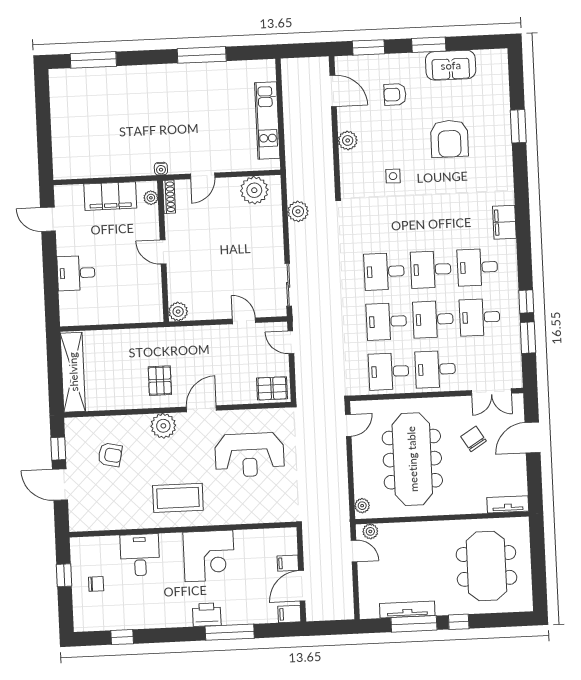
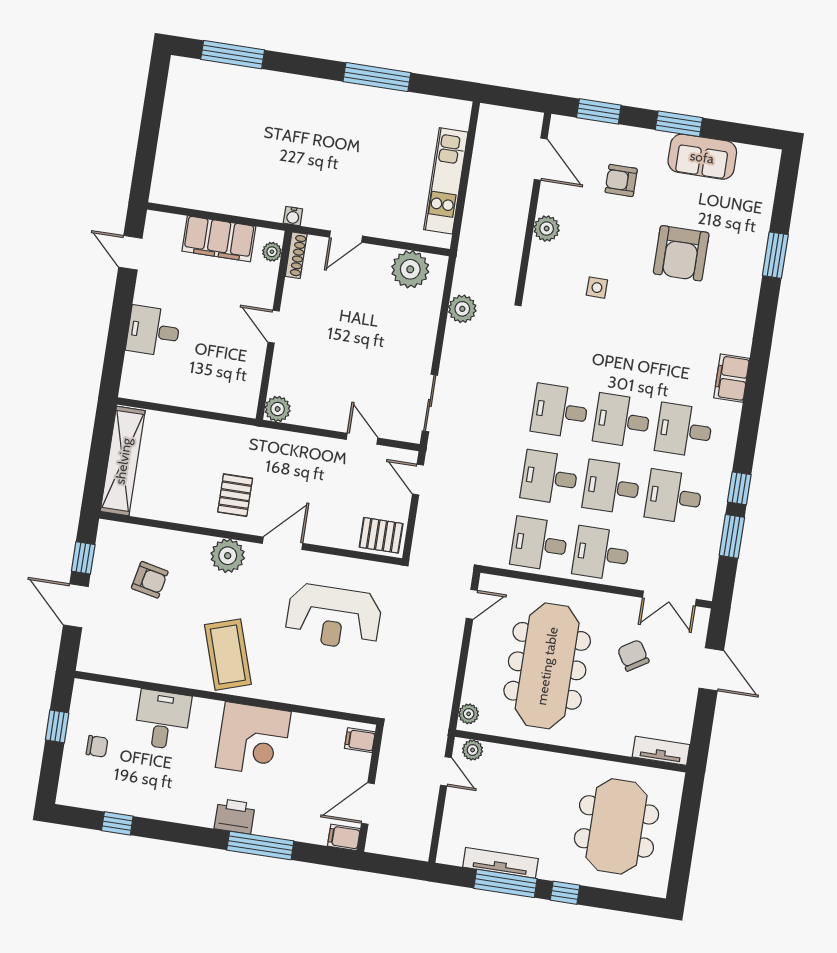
door: (532, 438) -> (711, 669), swing flipped
coffee table: (178, 498) -> (228, 655), turned 72
filing cabinet: (288, 563) -> (360, 740), moved

